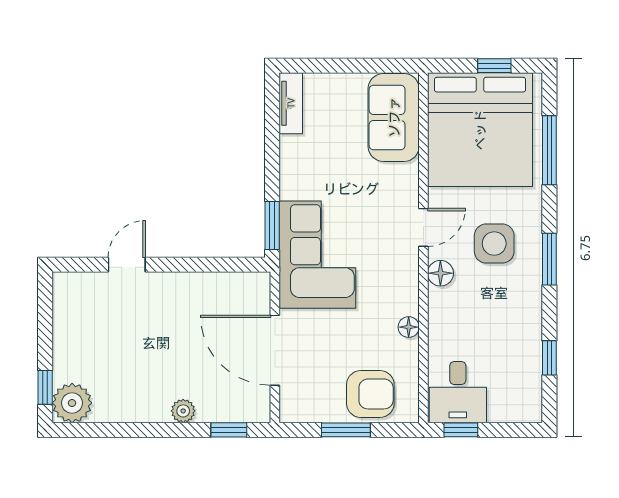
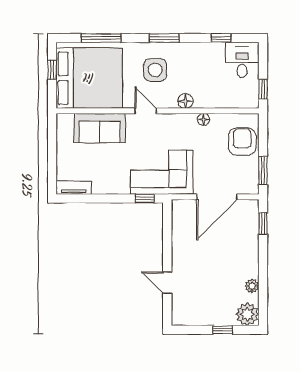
sofa: (394, 117) -> (100, 128), moved
window: (272, 226) -> (145, 198), width x0.67
floor lamp: (440, 273) -> (185, 101), moved
window: (45, 387) -> (223, 330), moved
desk: (458, 392) -> (242, 60), moved, turned -90
plant: (183, 411) -> (252, 286), moved
window: (346, 430) -> (263, 170), moved

